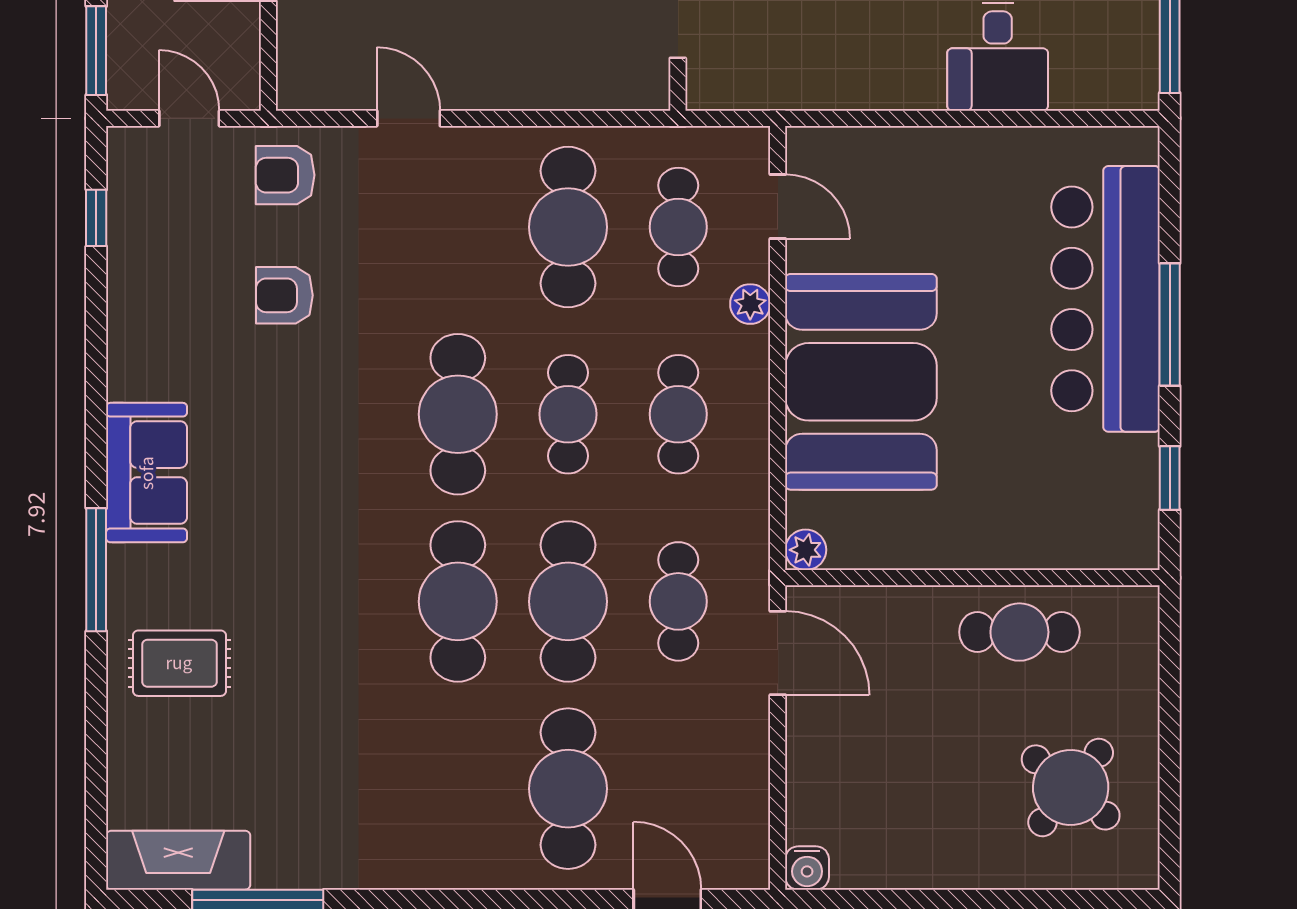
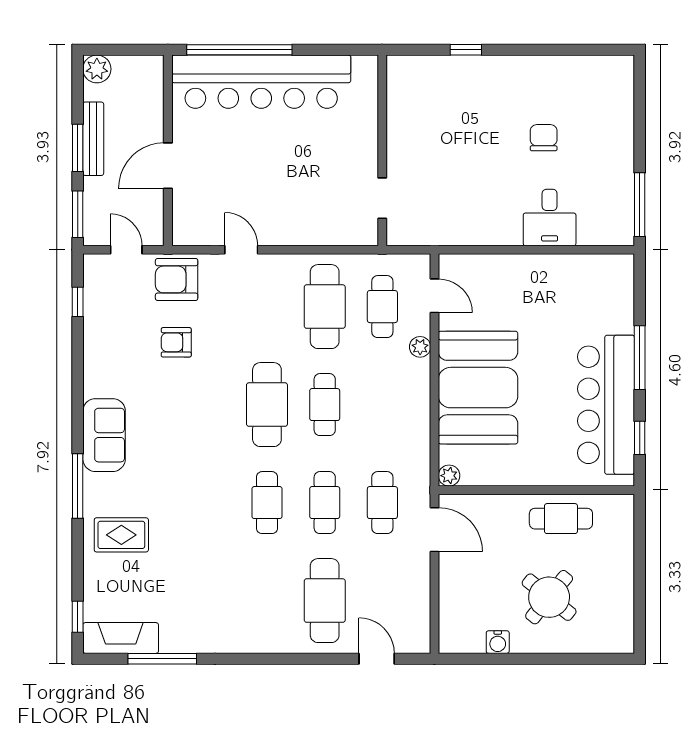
armchair: (285, 175) -> (177, 279), width x1.38, depth x1.38
bar counter: (1105, 299) -> (606, 405), moved
cafe table: (678, 414) -> (382, 405), removed
cafe table: (458, 601) -> (267, 503), width x0.73, depth x0.74
cafe table: (568, 601) -> (325, 503), width x0.73, depth x0.74
round table: (1071, 787) -> (549, 597), moved
window: (96, 820) -> (78, 617), added
water cooler: (807, 868) -> (498, 642), moved

